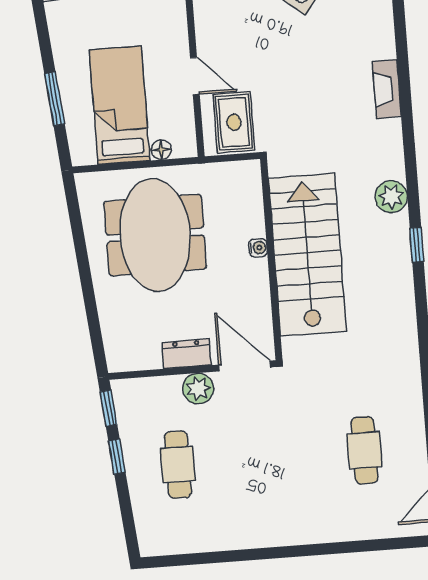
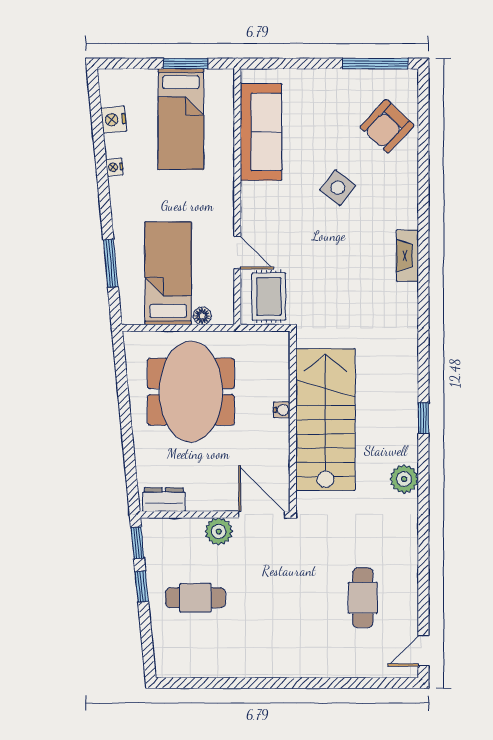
fireplace: (387, 89) -> (407, 256), moved
plant: (391, 197) -> (404, 479), moved
dresser: (186, 354) -> (164, 500), moved
cafe table: (178, 465) -> (195, 598), turned 90

